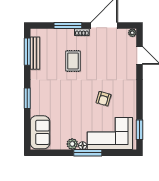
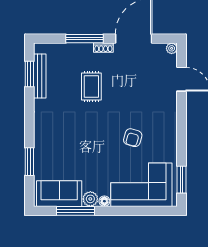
window: (27, 52) -> (29, 74), width x0.69
window: (27, 98) -> (29, 162), moved
sofa: (40, 132) -> (59, 194), moved, turned -90
window: (88, 153) -> (76, 211), moved

